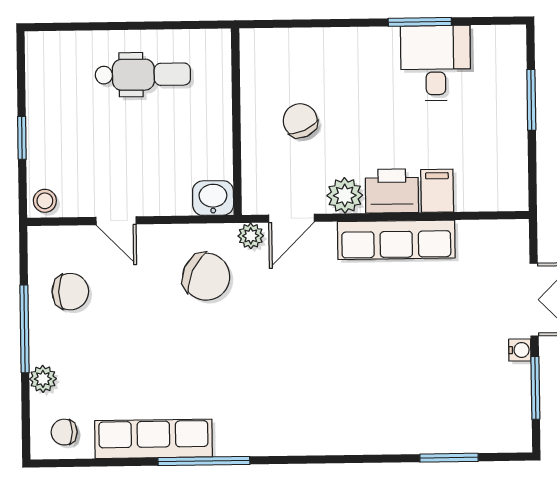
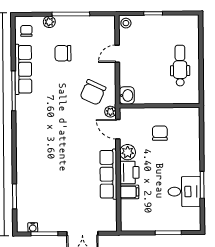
dental chair: (143, 75) -> (180, 66), turned 180
chair: (300, 121) -> (160, 133), turned -66
chair: (70, 292) -> (63, 53), moved, turned 90
water cooler: (520, 350) -> (33, 227), moved

